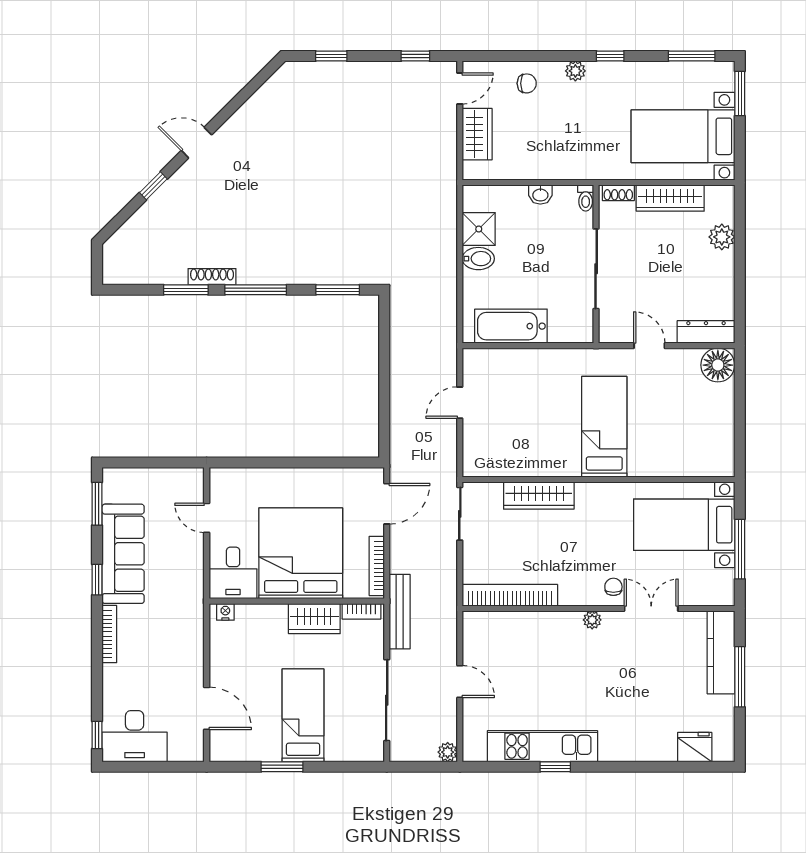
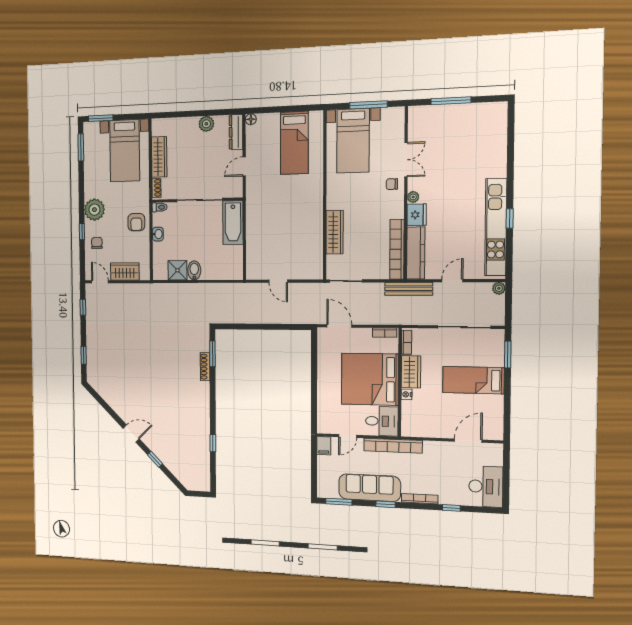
window: (610, 56) -> (82, 232), moved
plant: (575, 71) -> (94, 210), width x1.87, depth x1.87
door: (196, 143) -> (131, 434), swing flipped
armchair: (561, 156) -> (136, 222), added
plant: (722, 237) -> (206, 124), moved
shoe rack: (212, 277) -> (205, 367), moved
window: (186, 290) -> (213, 443), width x0.67
window: (256, 290) -> (213, 402), removed
bathtub: (511, 326) -> (233, 223), moved
floor lamp: (718, 365) -> (251, 119), width x0.53, depth x0.53
bed: (604, 427) -> (294, 143), moved, turned -90
filing cabinet: (189, 479) -> (324, 446), added
bookcase: (377, 566) -> (385, 333), width x0.64
bookcase: (194, 591) -> (393, 446), added
double door: (651, 608) -> (406, 160), swing flipped
nightstand: (225, 612) -> (406, 394), moved
bench: (400, 612) -> (409, 289), moved
kitchen counter: (721, 652) -> (416, 253), moved, turned -90
window: (97, 735) -> (451, 508), moved
kitchen unit: (542, 746) -> (496, 227), width x1.36
fridge: (695, 747) -> (417, 215), moved, turned 180
window: (282, 767) -> (508, 355), moved

